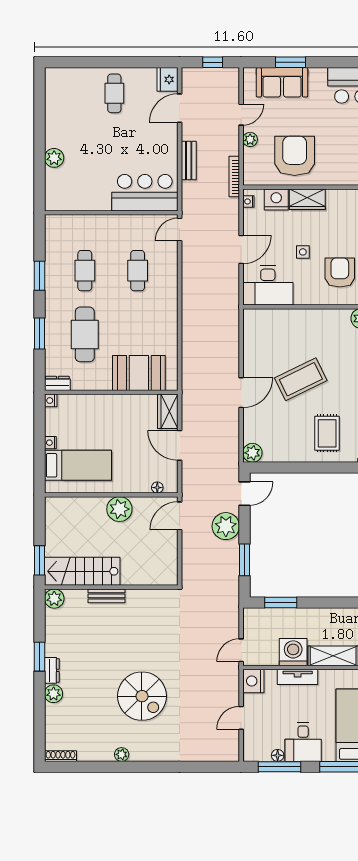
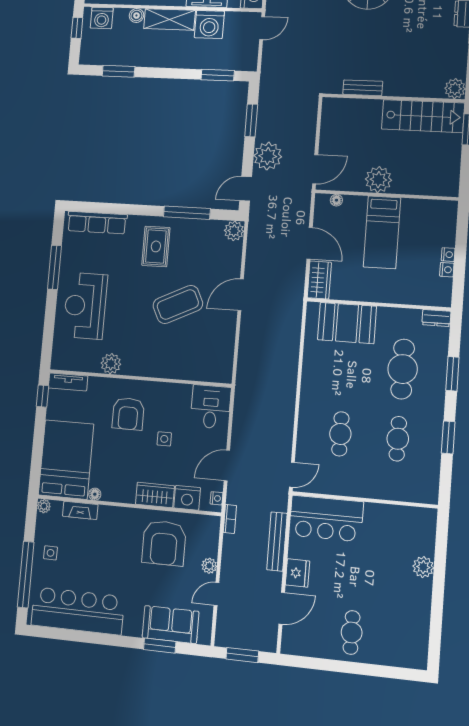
window: (213, 62) -> (242, 655), width x1.50
fridge: (168, 79) -> (297, 573), moved
bench: (189, 160) -> (277, 542), width x1.36
bookcase: (234, 177) -> (230, 519), width x0.64
door: (241, 249) -> (227, 466), moved
desk: (268, 285) -> (211, 407), width x0.73
nightstand: (51, 400) -> (447, 270), moved
bed: (78, 465) -> (382, 232), moved, turned -90
window: (300, 467) -> (187, 213), added
bench: (106, 596) -> (363, 88), moved

